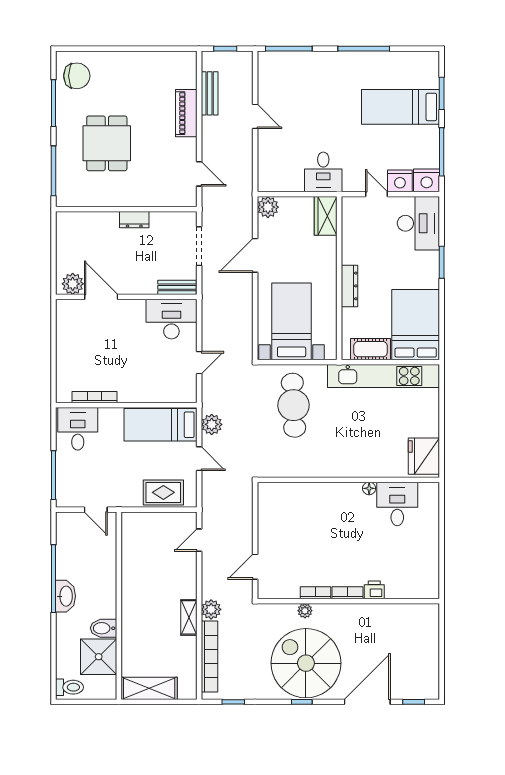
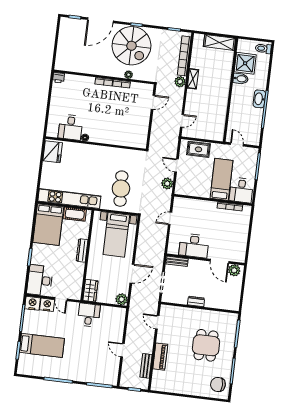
desk: (171, 319) -> (194, 246), moved
bed: (160, 425) -> (222, 179), moved, turned -90
printer: (374, 590) -> (58, 78), moved

